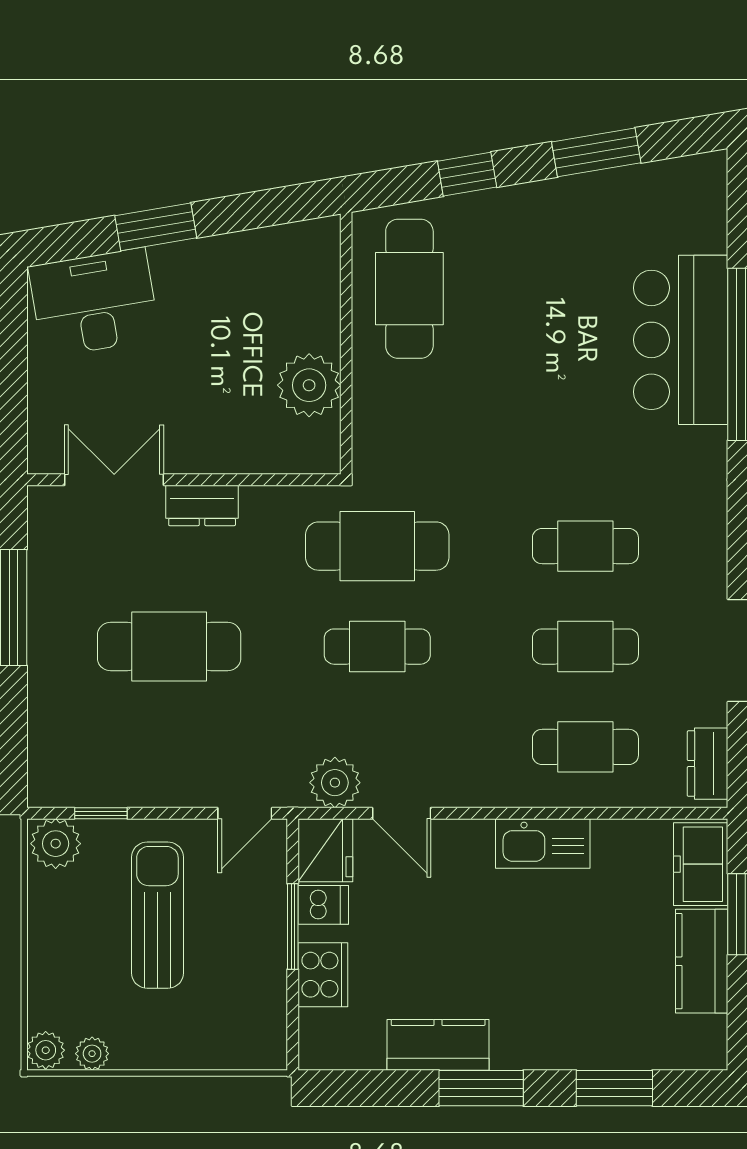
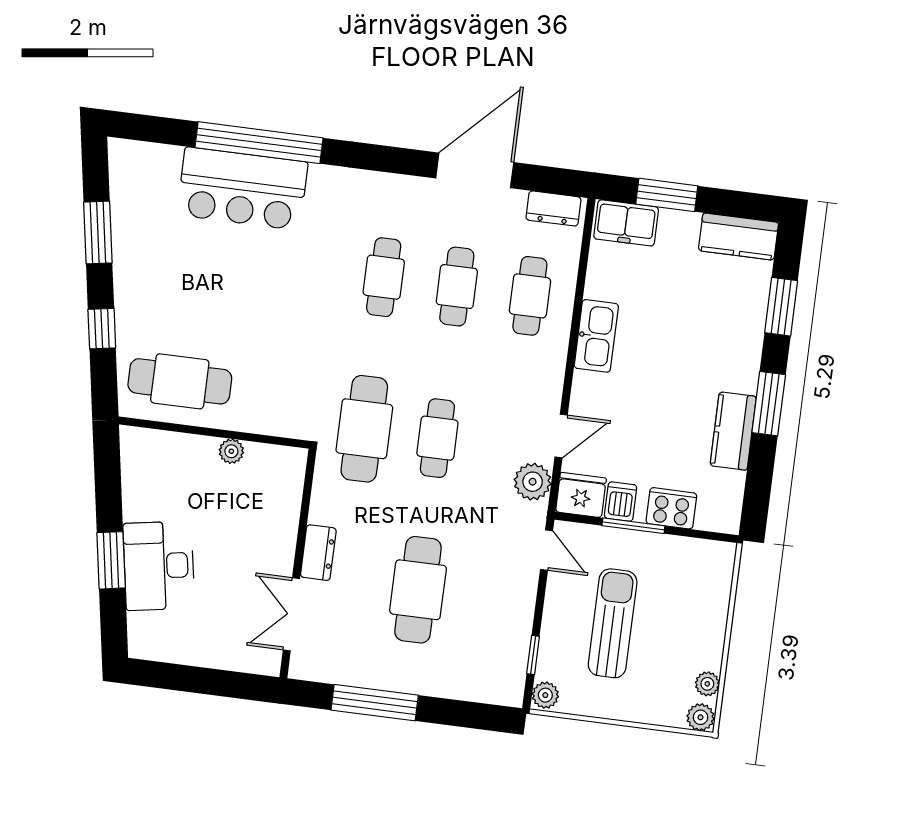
desk: (94, 303) -> (159, 566), moved
plant: (309, 385) -> (231, 451), width x0.53, depth x0.53
plant: (56, 844) -> (545, 695), width x0.73, depth x0.73
sun lounger: (157, 915) -> (613, 623), turned 90
kitchen counter: (702, 961) -> (738, 237), moved

